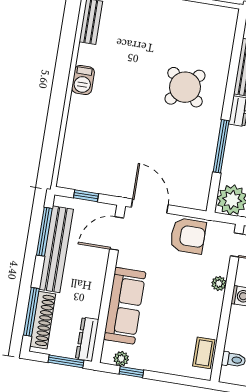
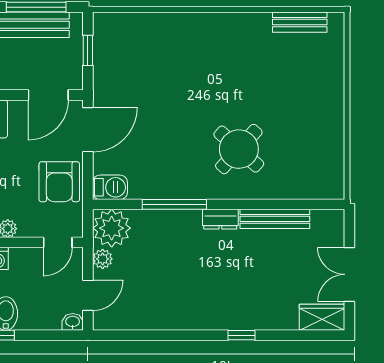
barbecue: (83, 80) -> (110, 187), moved, turned 180
door: (117, 233) -> (48, 95), swing flipped

